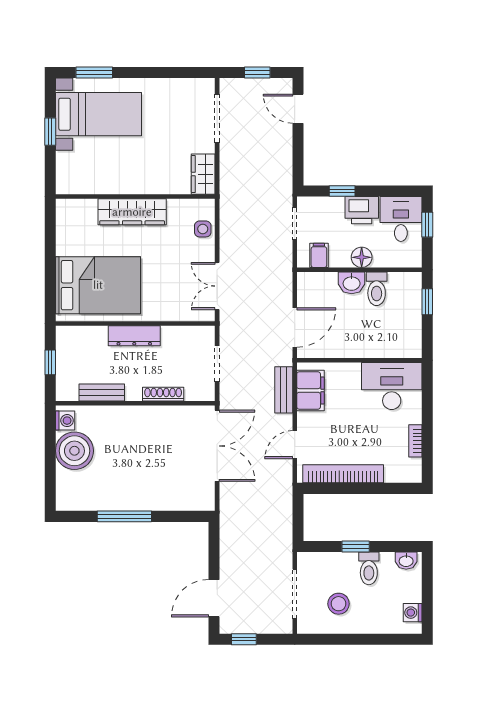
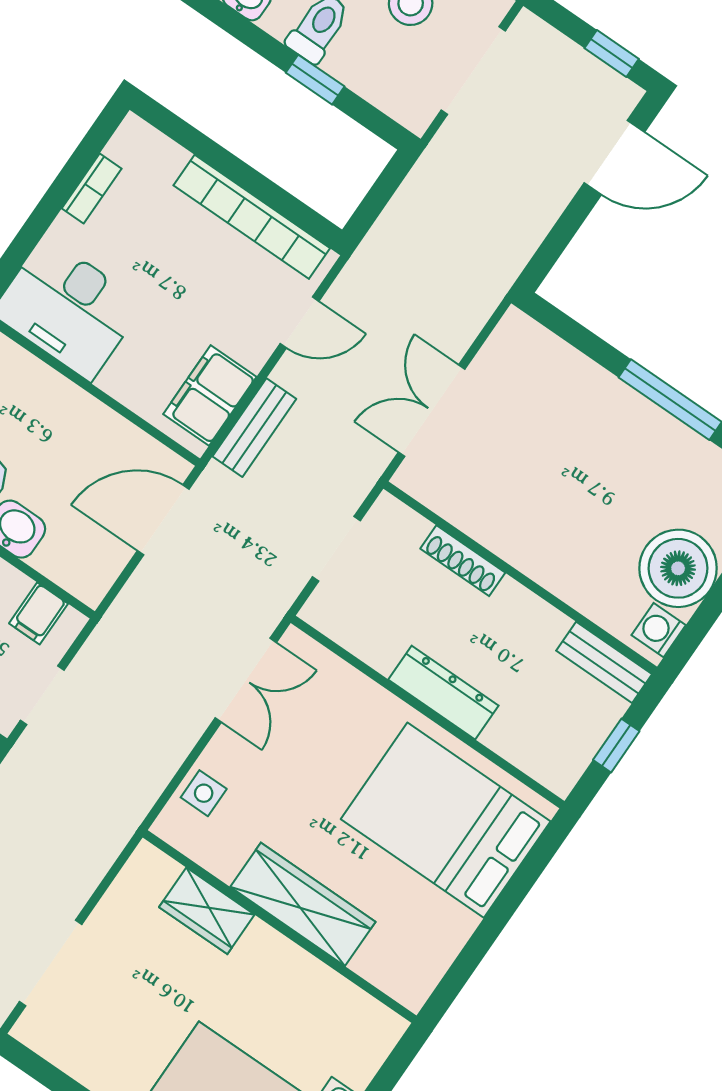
wardrobe: (203, 174) -> (207, 911), moved, turned 90
bench: (102, 393) -> (604, 662), moved
double door: (217, 446) -> (432, 411), width x0.73

